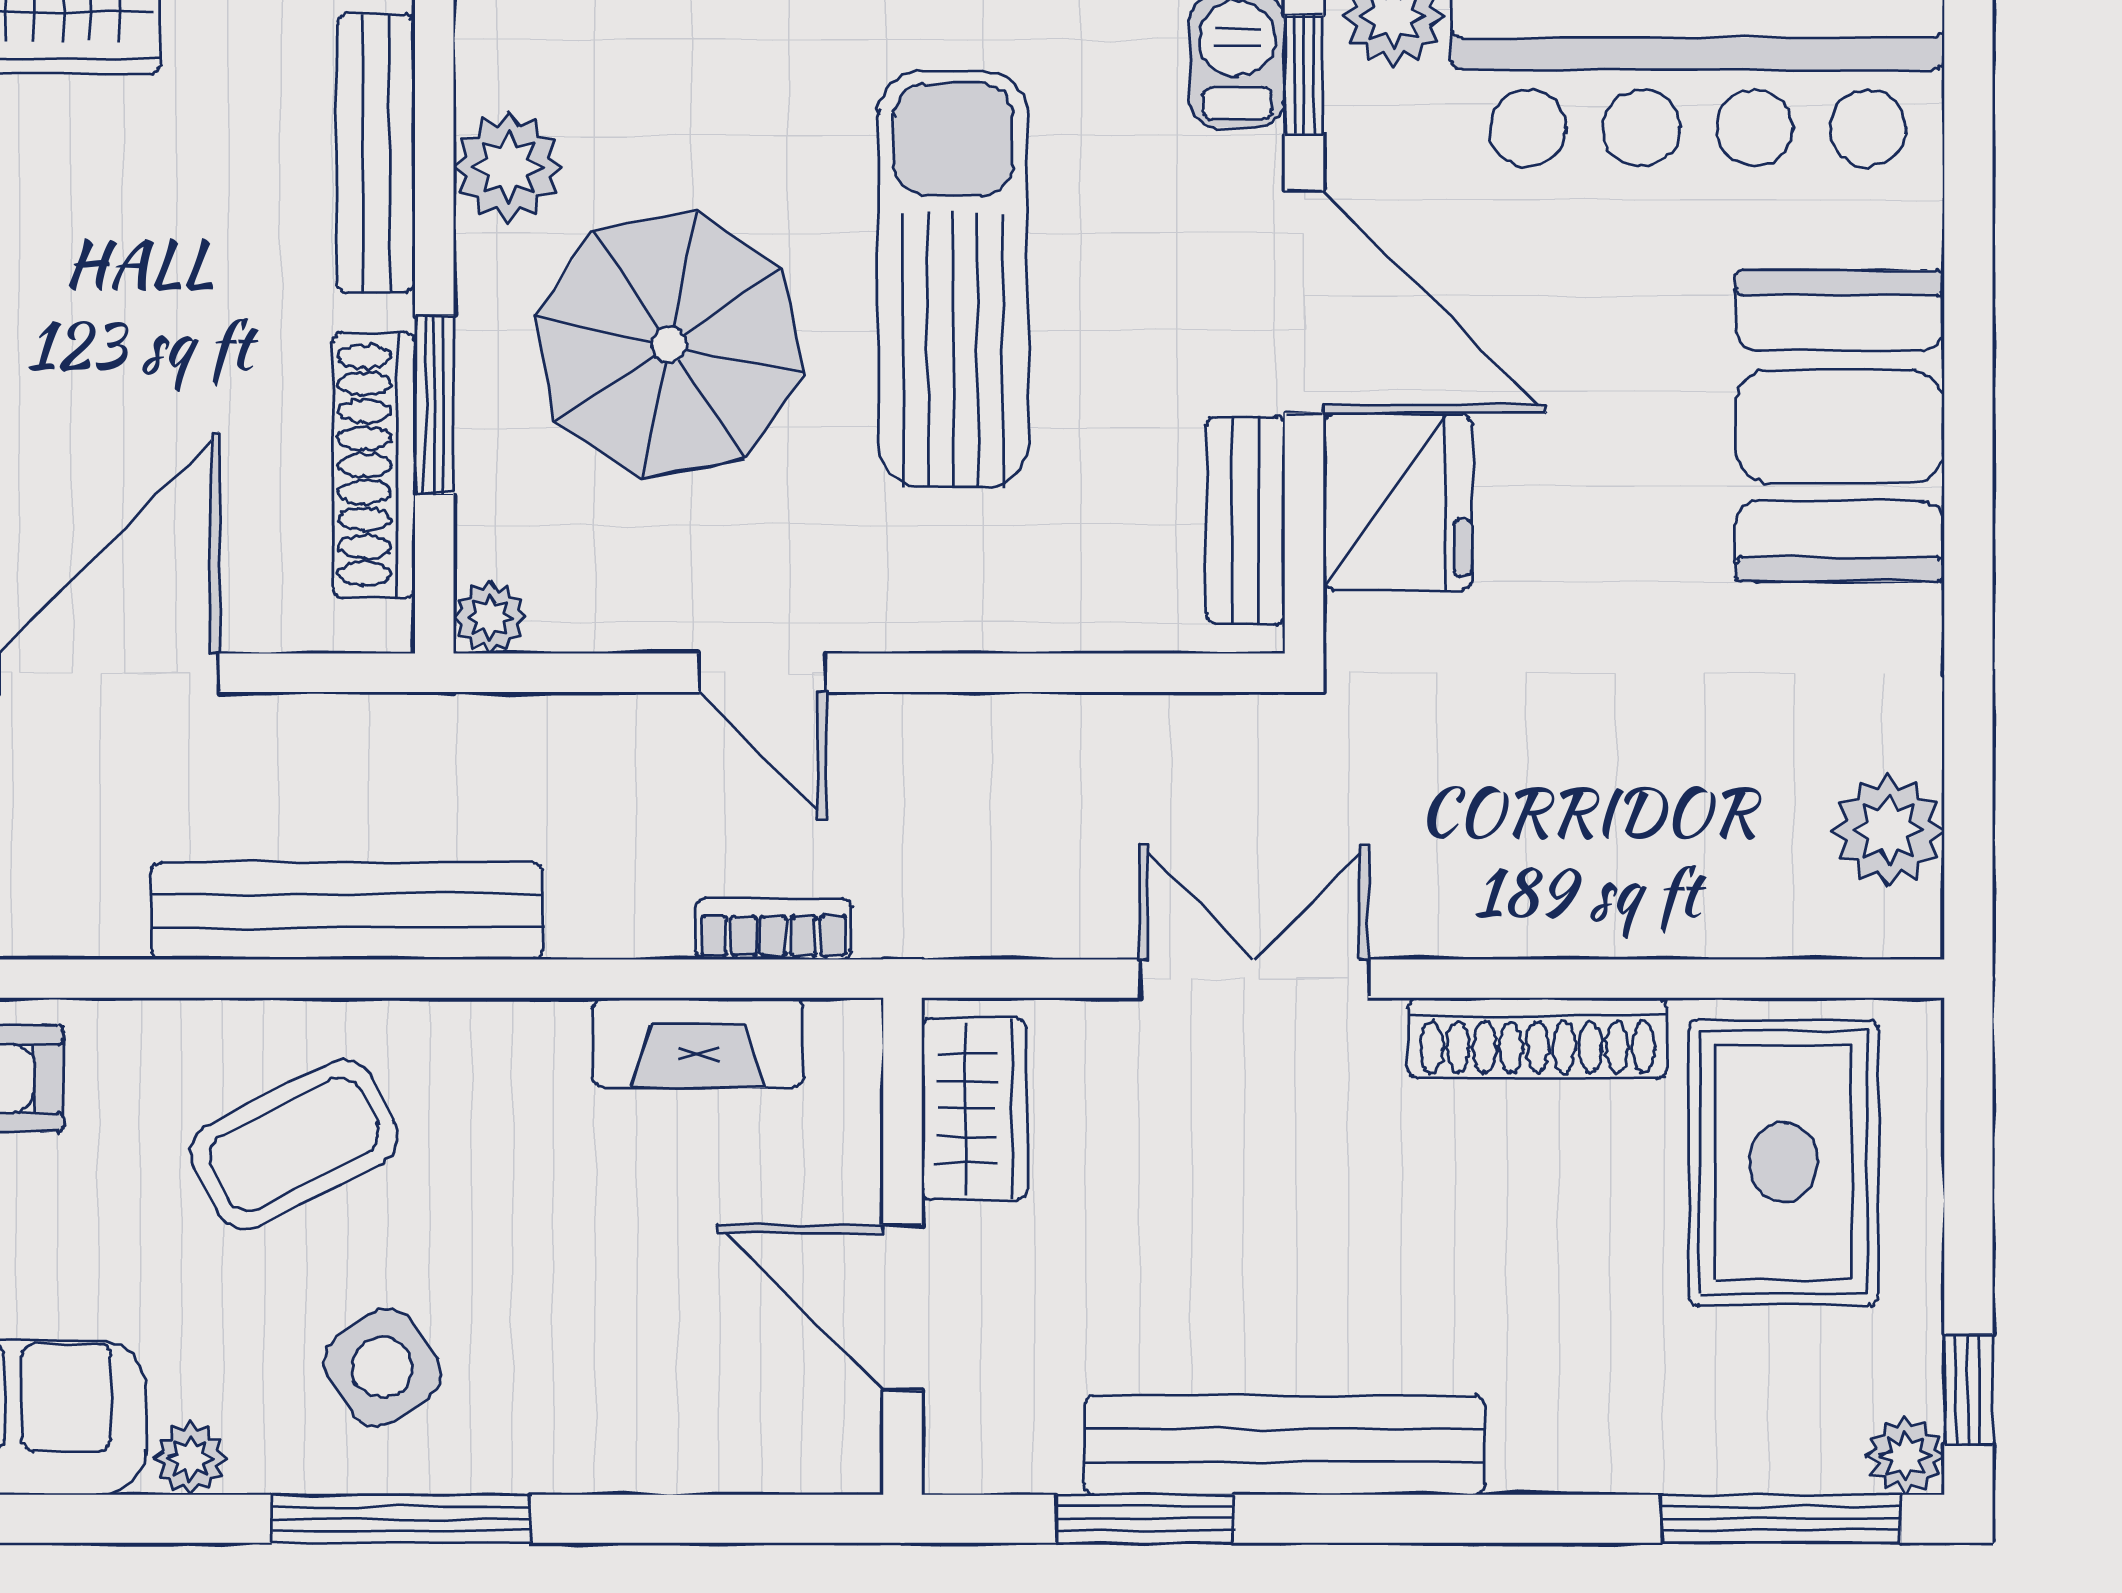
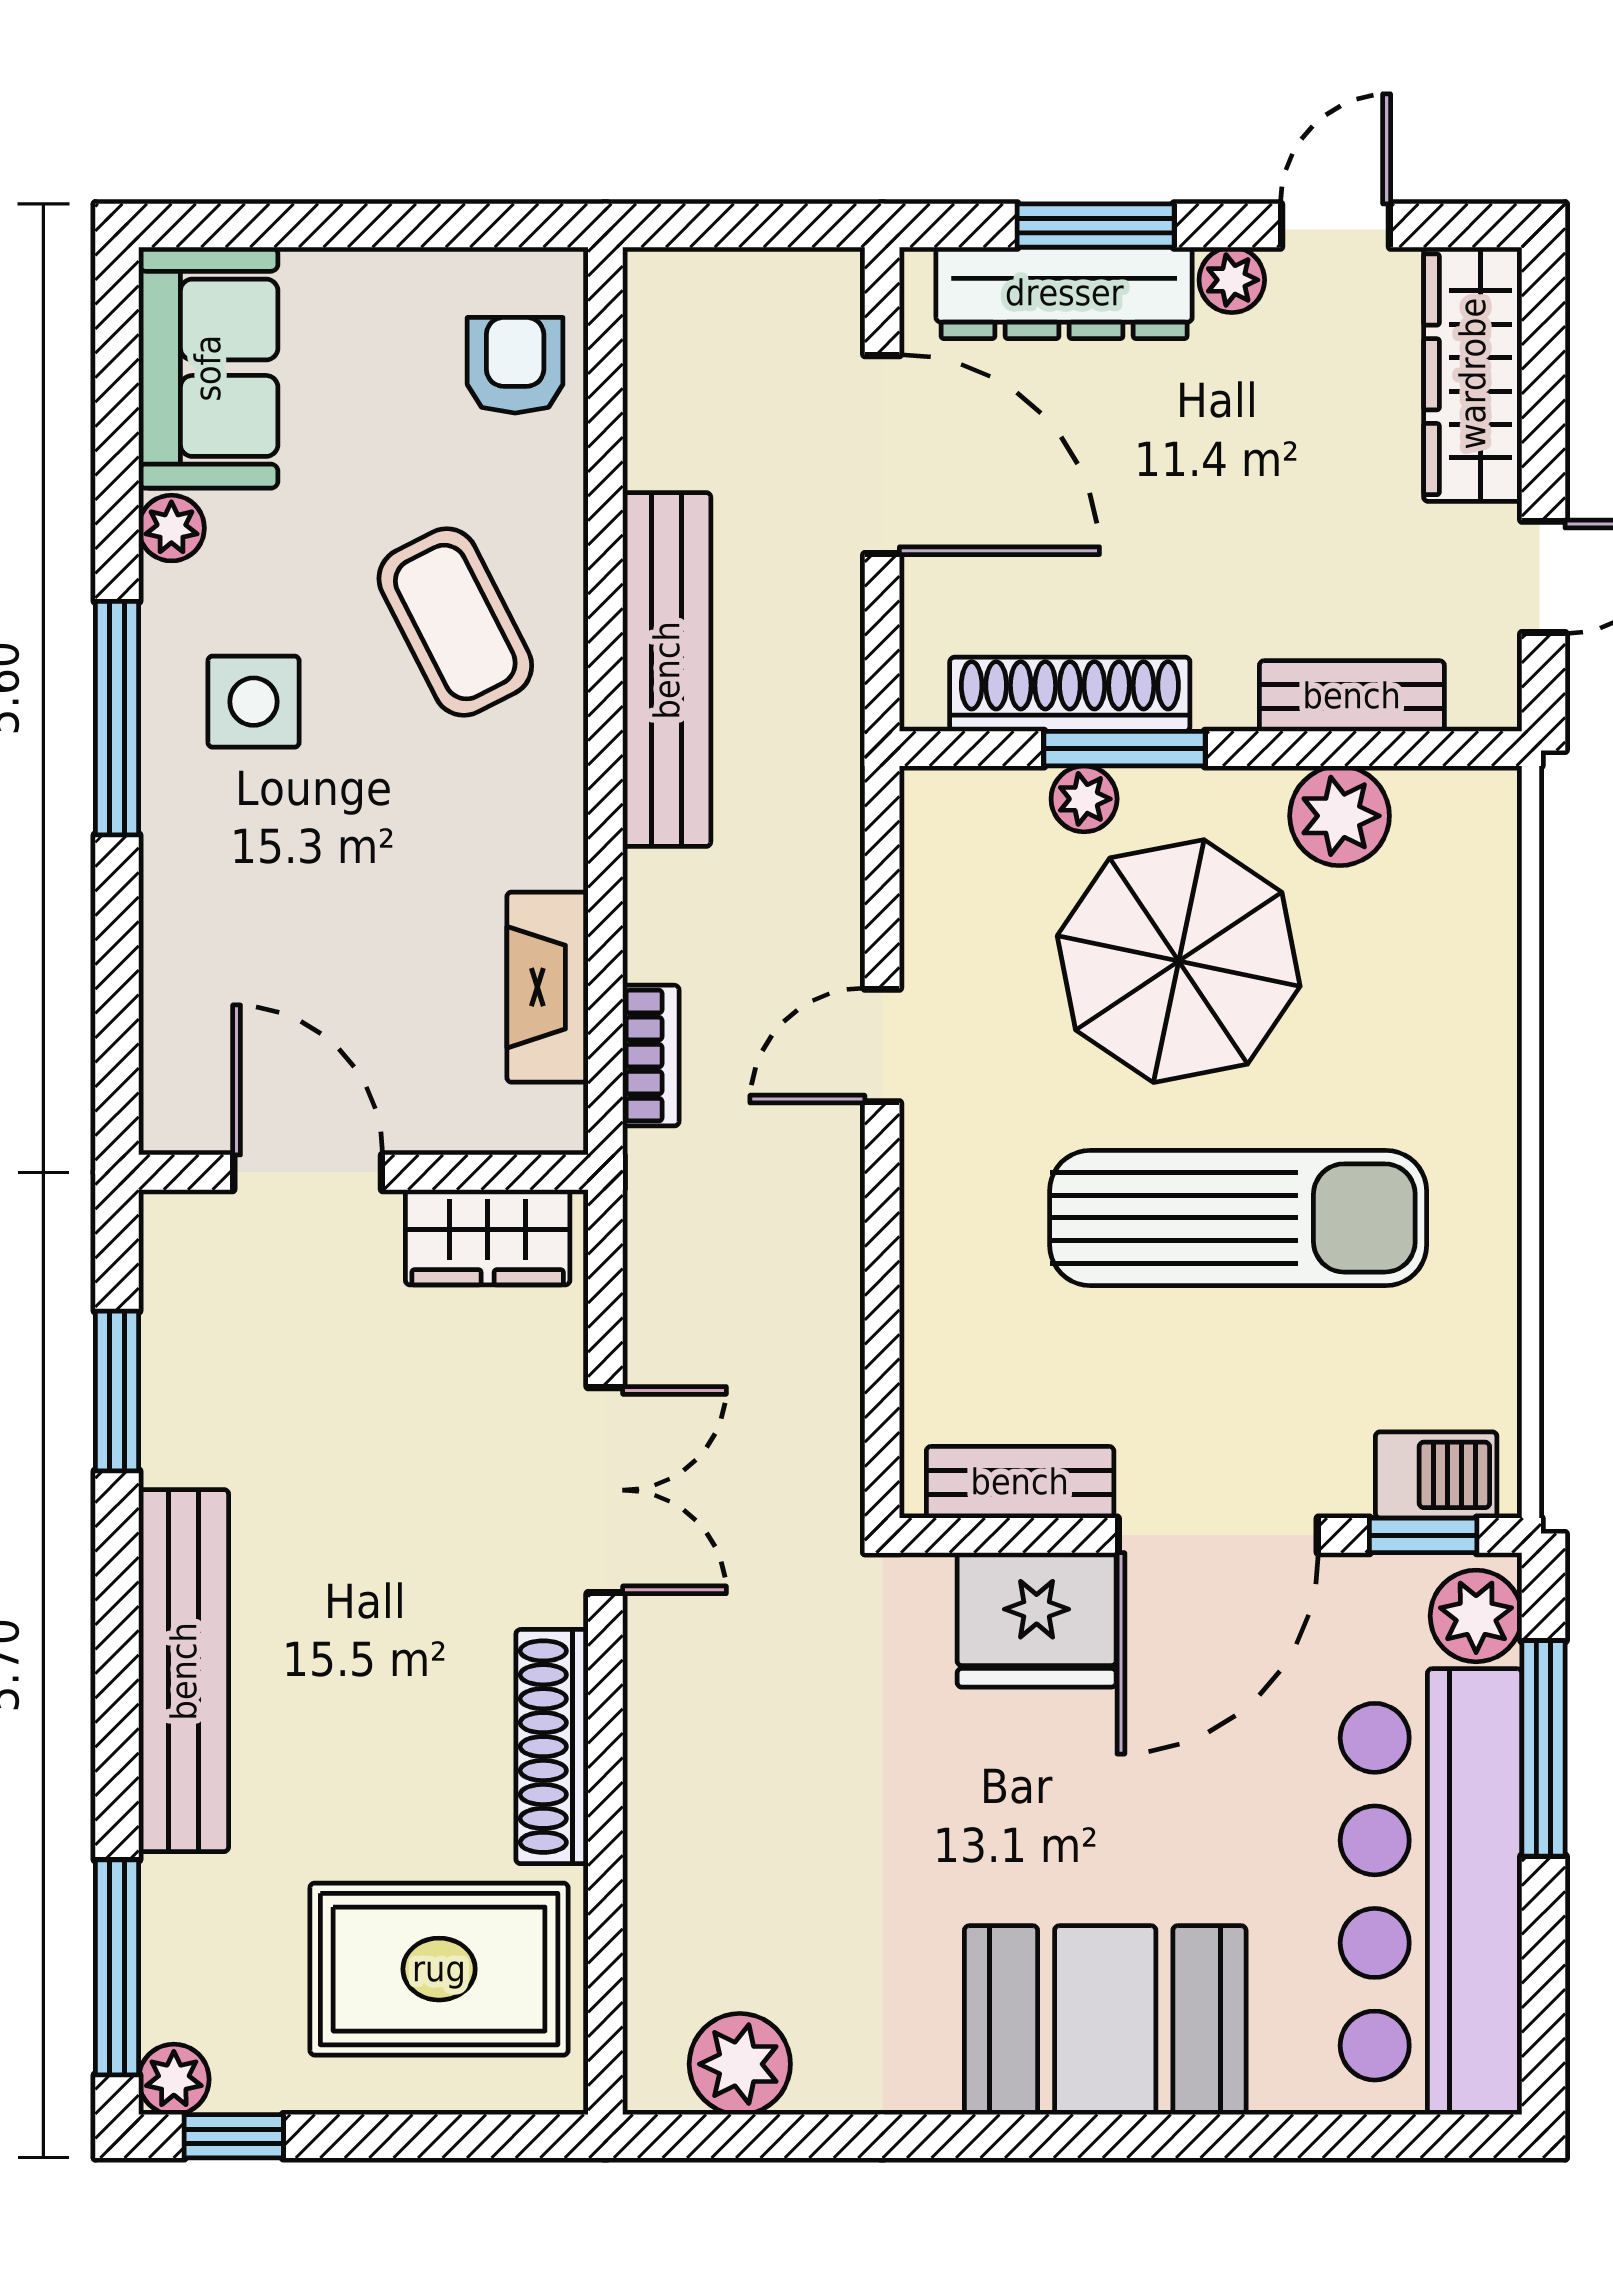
bench: (376, 153) -> (1352, 696), width x0.73
plant: (490, 617) -> (1084, 799), moved
door: (903, 1308) -> (308, 1172), hinge flipped
side table: (382, 1368) -> (254, 702), turned 34
bench: (1284, 1445) -> (184, 1671), moved

